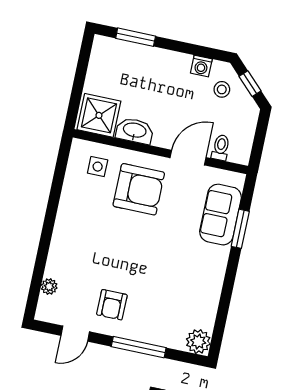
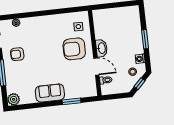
window: (136, 37) -> (145, 39), moved
shower: (99, 115) -> (102, 19), removed
washbasin: (135, 131) -> (102, 48), moved
armchair: (139, 189) -> (74, 49), turned 90
sofa: (221, 215) -> (50, 93), moved

